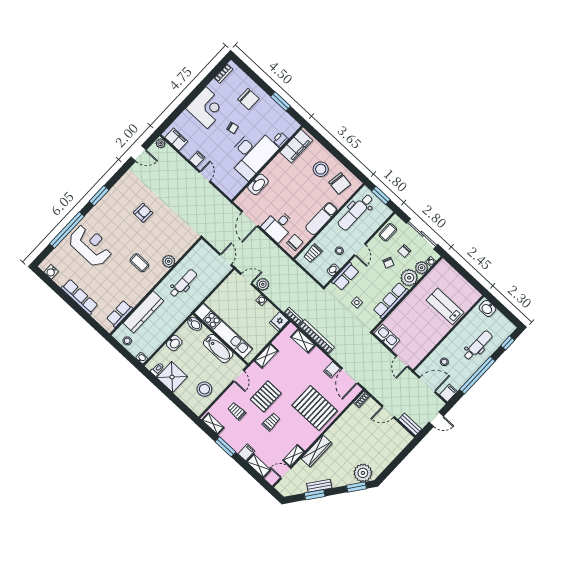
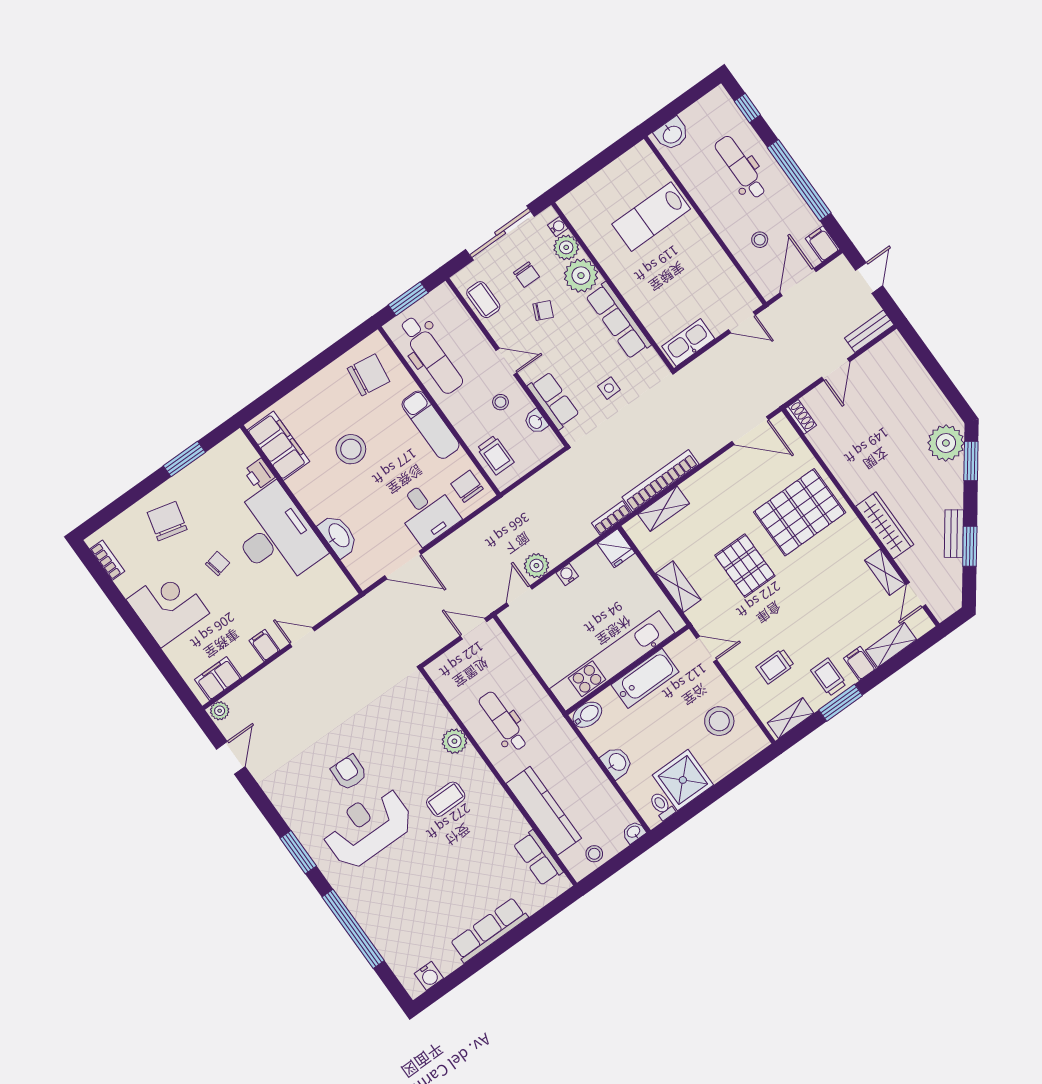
chair: (248, 99) -> (167, 521), turned -76
stool: (321, 169) -> (351, 449), moved
reception desk: (91, 245) -> (368, 827), moved
filing cabinet: (332, 370) -> (731, 464), removed
pallet: (266, 396) -> (745, 566), moved
trolley: (271, 422) -> (829, 677), moved

